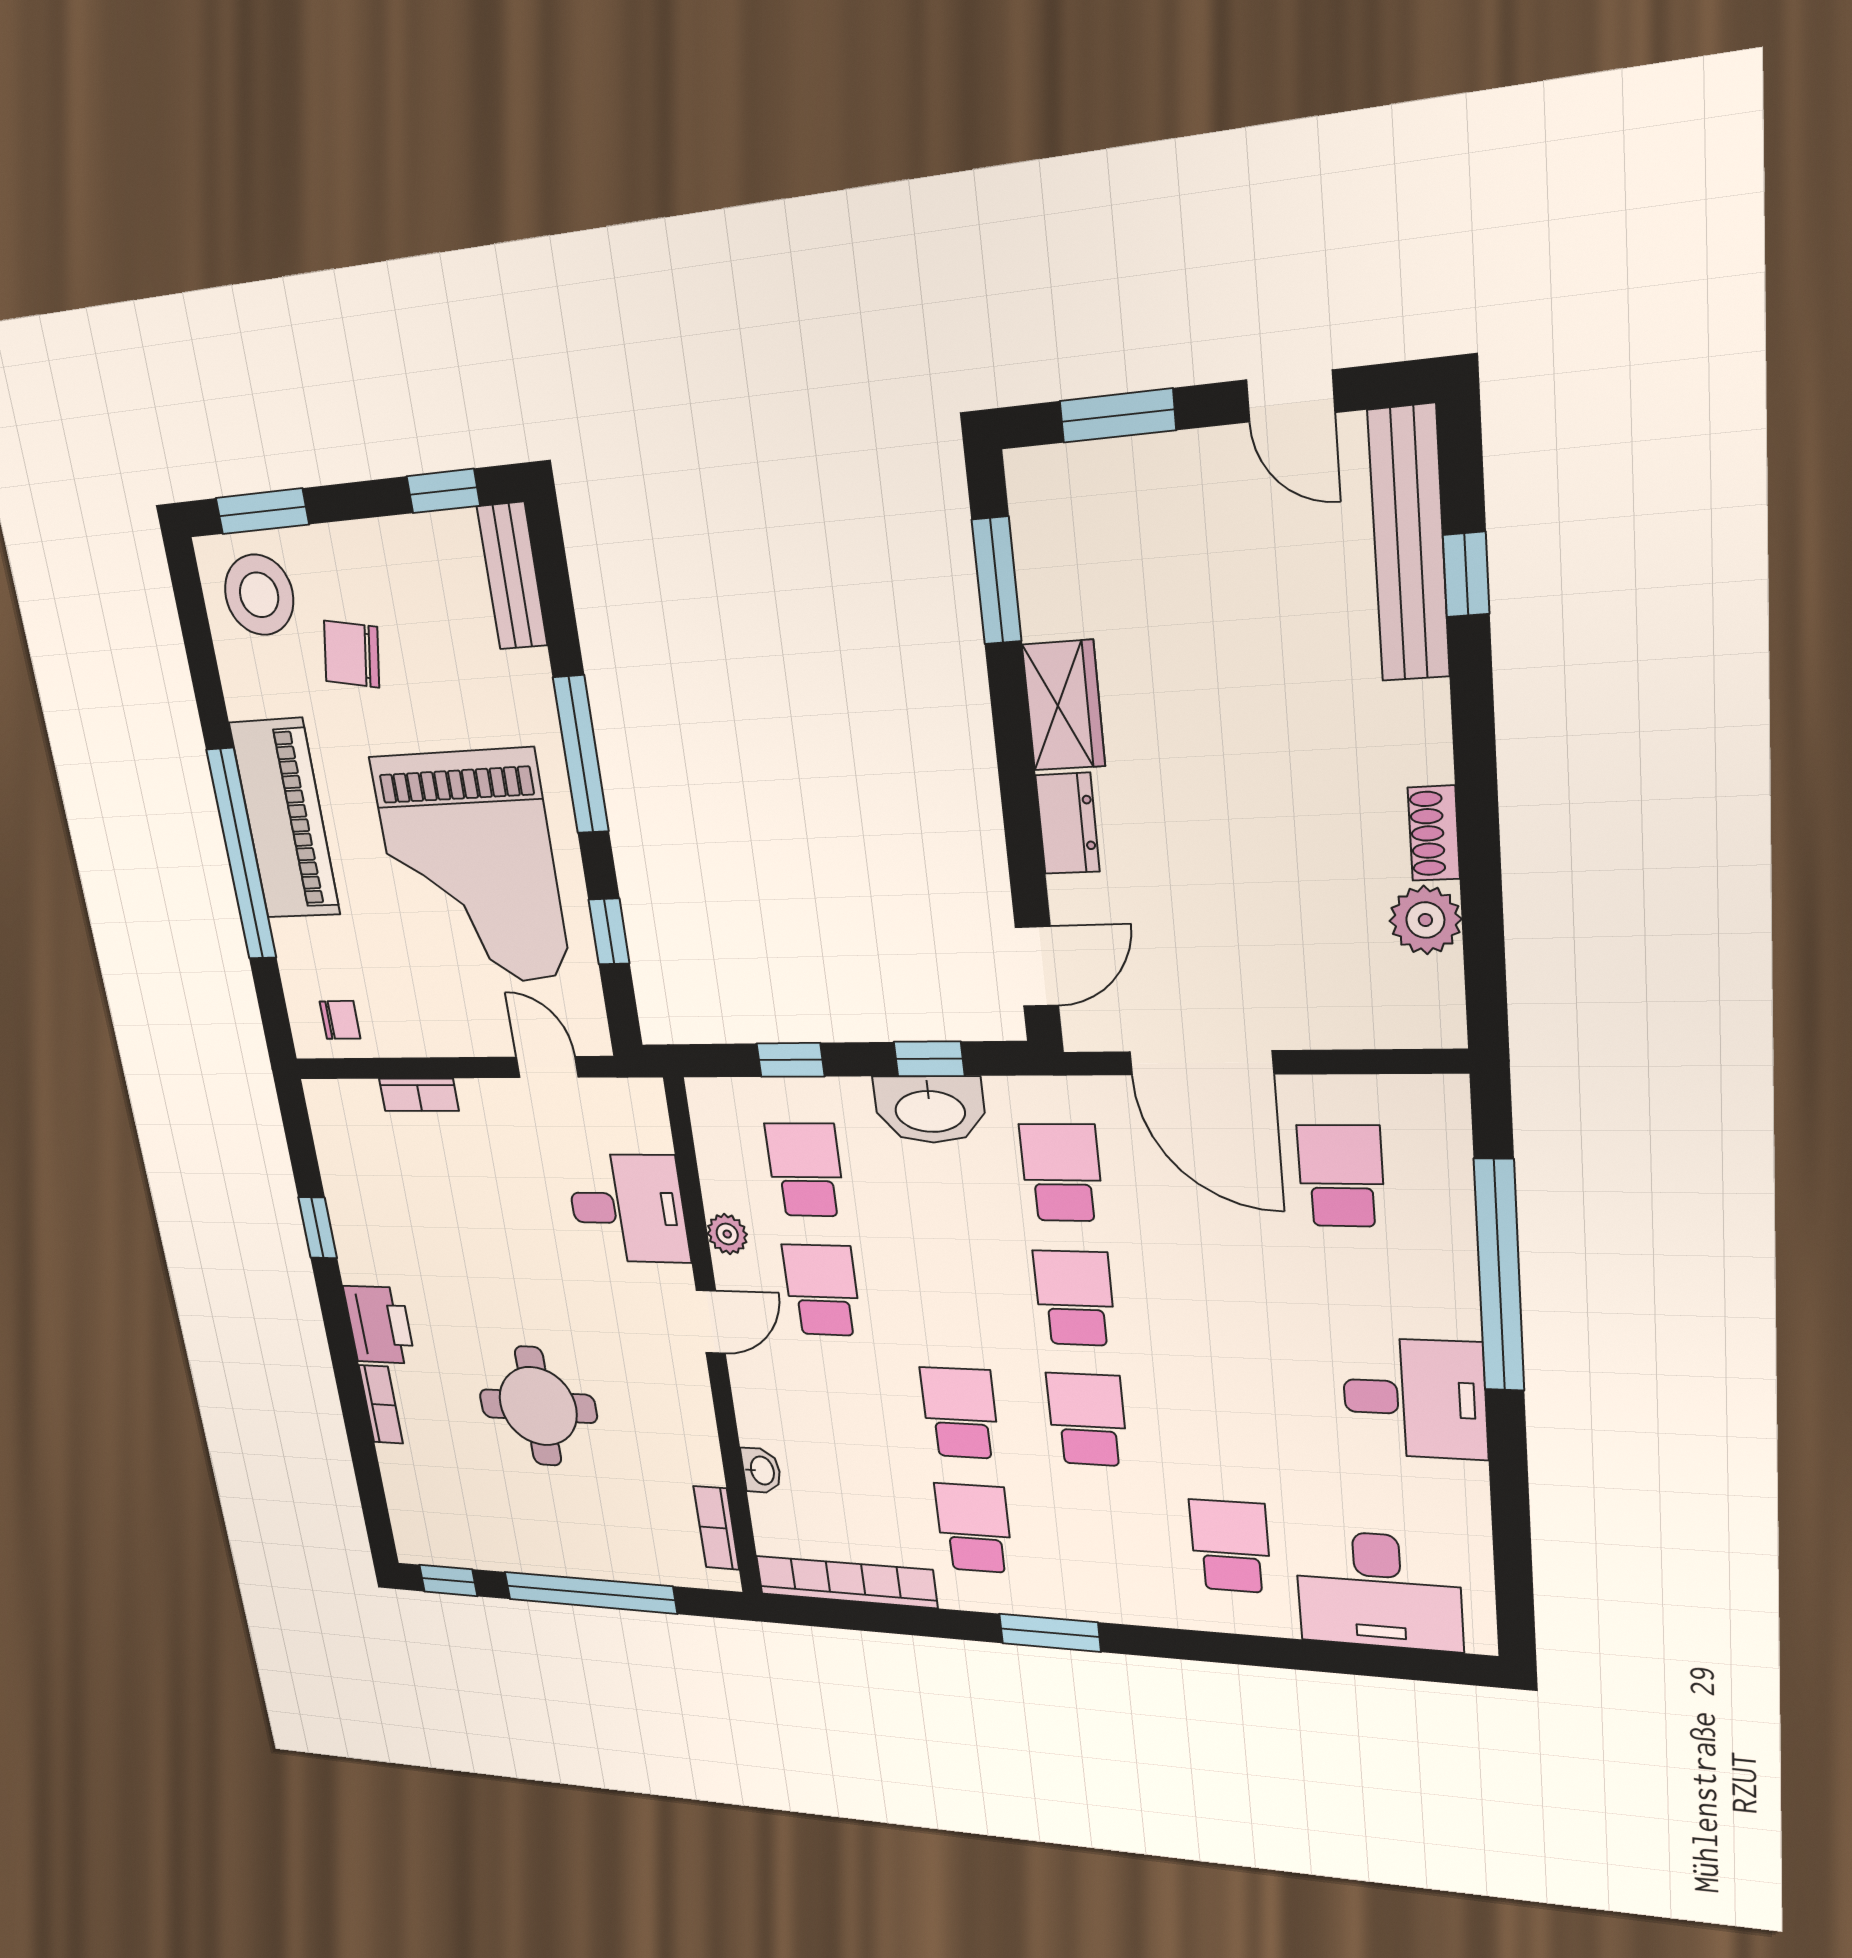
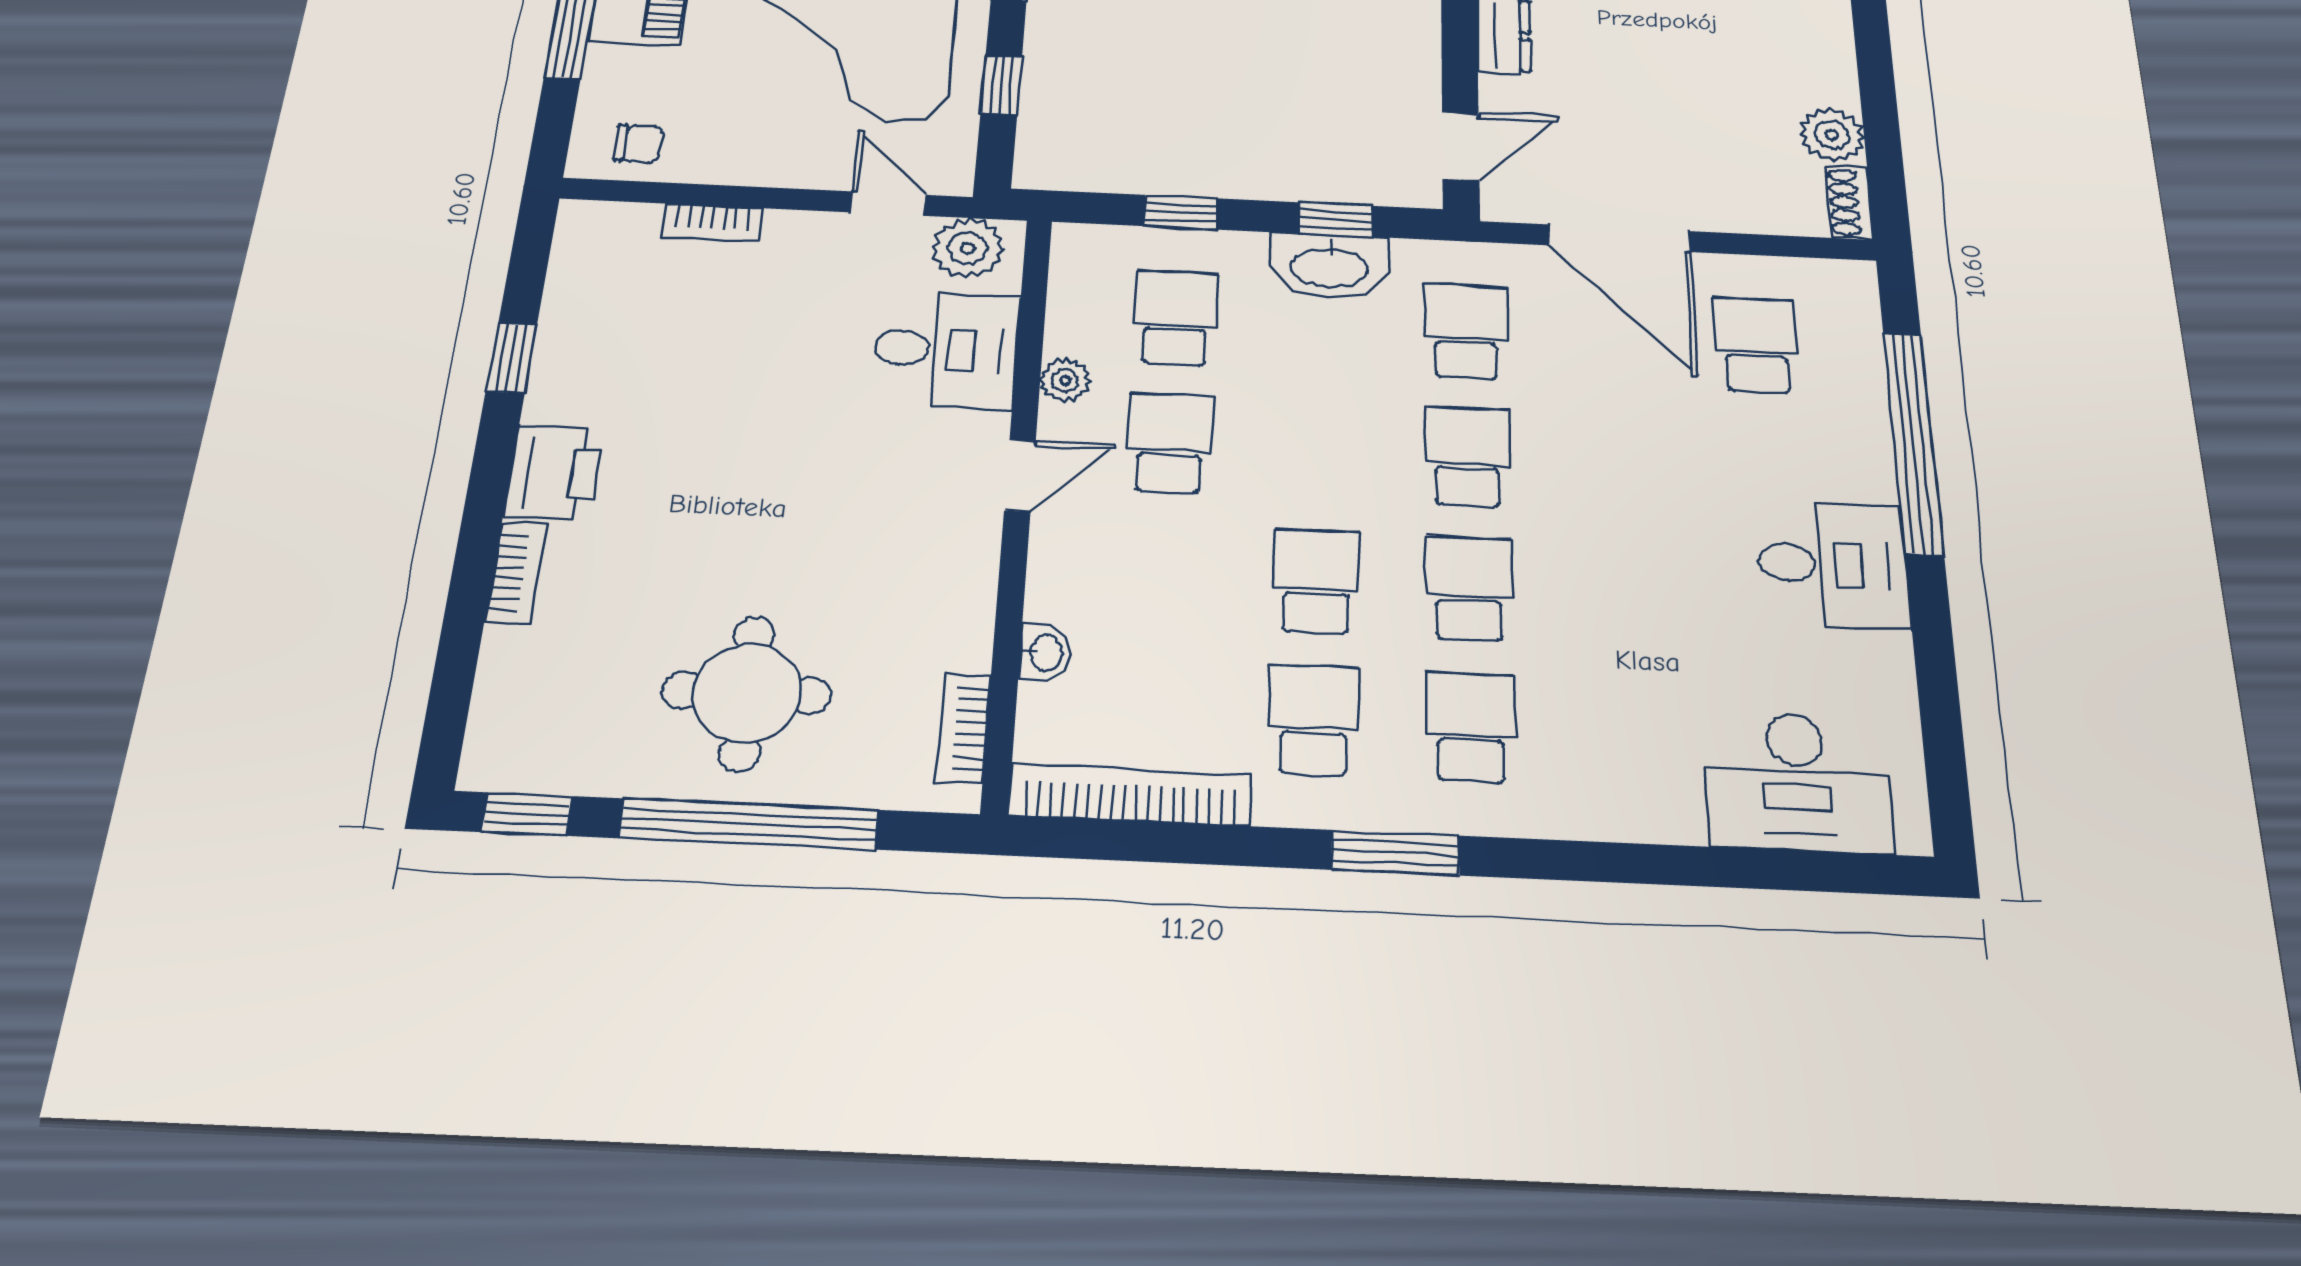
shoe rack: (1434, 833) -> (1850, 202), moved
plant: (622, 1109) -> (968, 248), added
round table: (538, 1406) -> (747, 693), moved
school desk: (1230, 1546) -> (1471, 727), moved

